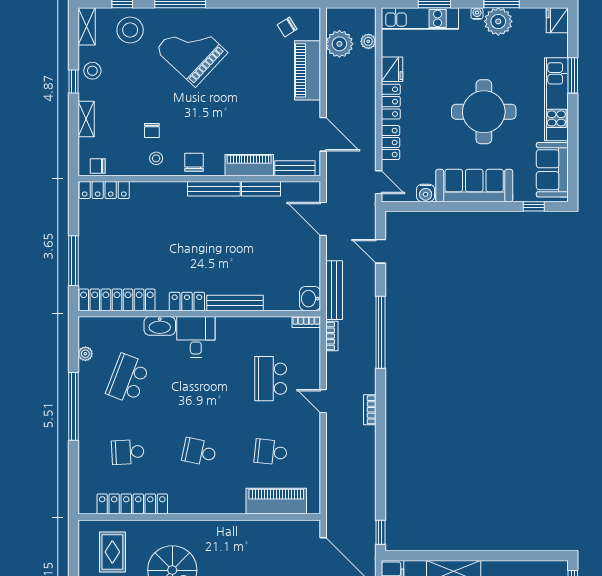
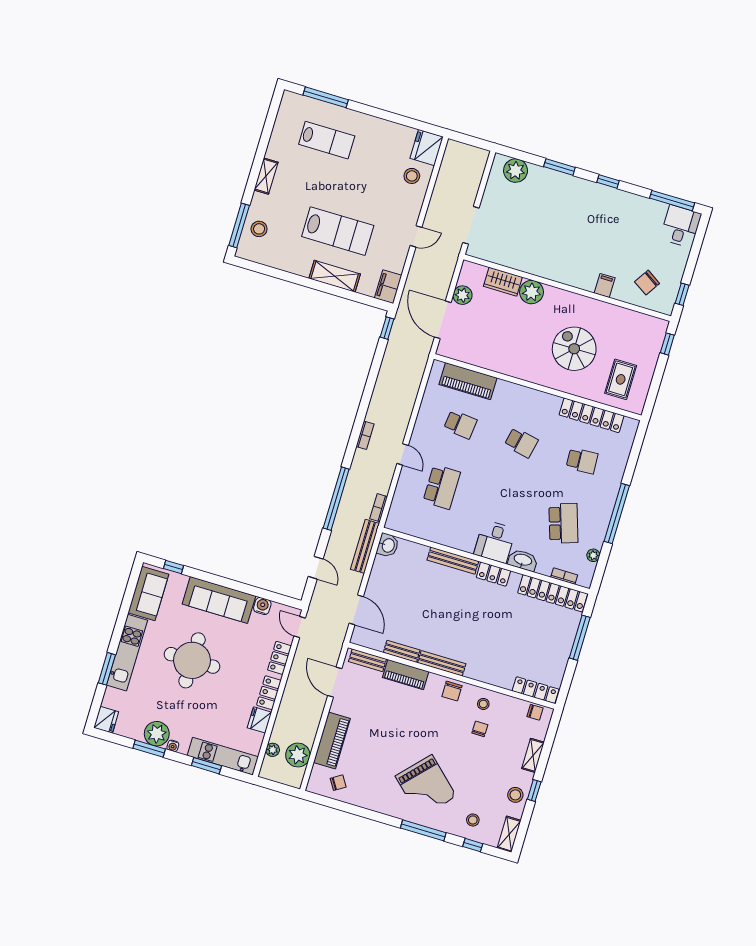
stool: (130, 30) -> (473, 820), width x0.53, depth x0.53
bookcase: (306, 322) -> (564, 576), moved
school desk: (128, 379) -> (563, 523), turned -39

